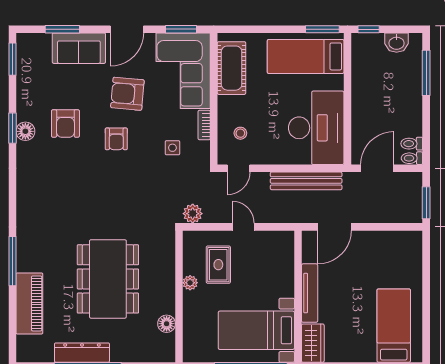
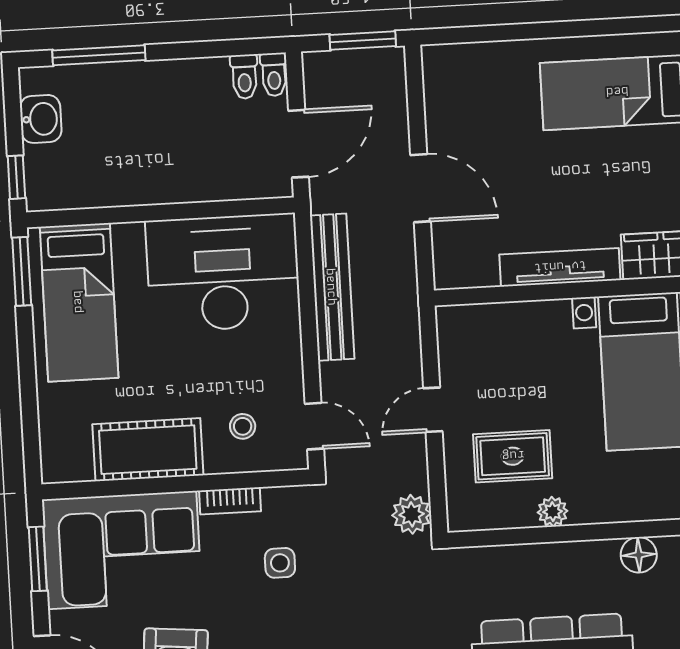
cot: (232, 68) -> (148, 450), moved
door: (377, 168) -> (298, 144), swing flipped
door: (335, 227) -> (421, 188), moved

